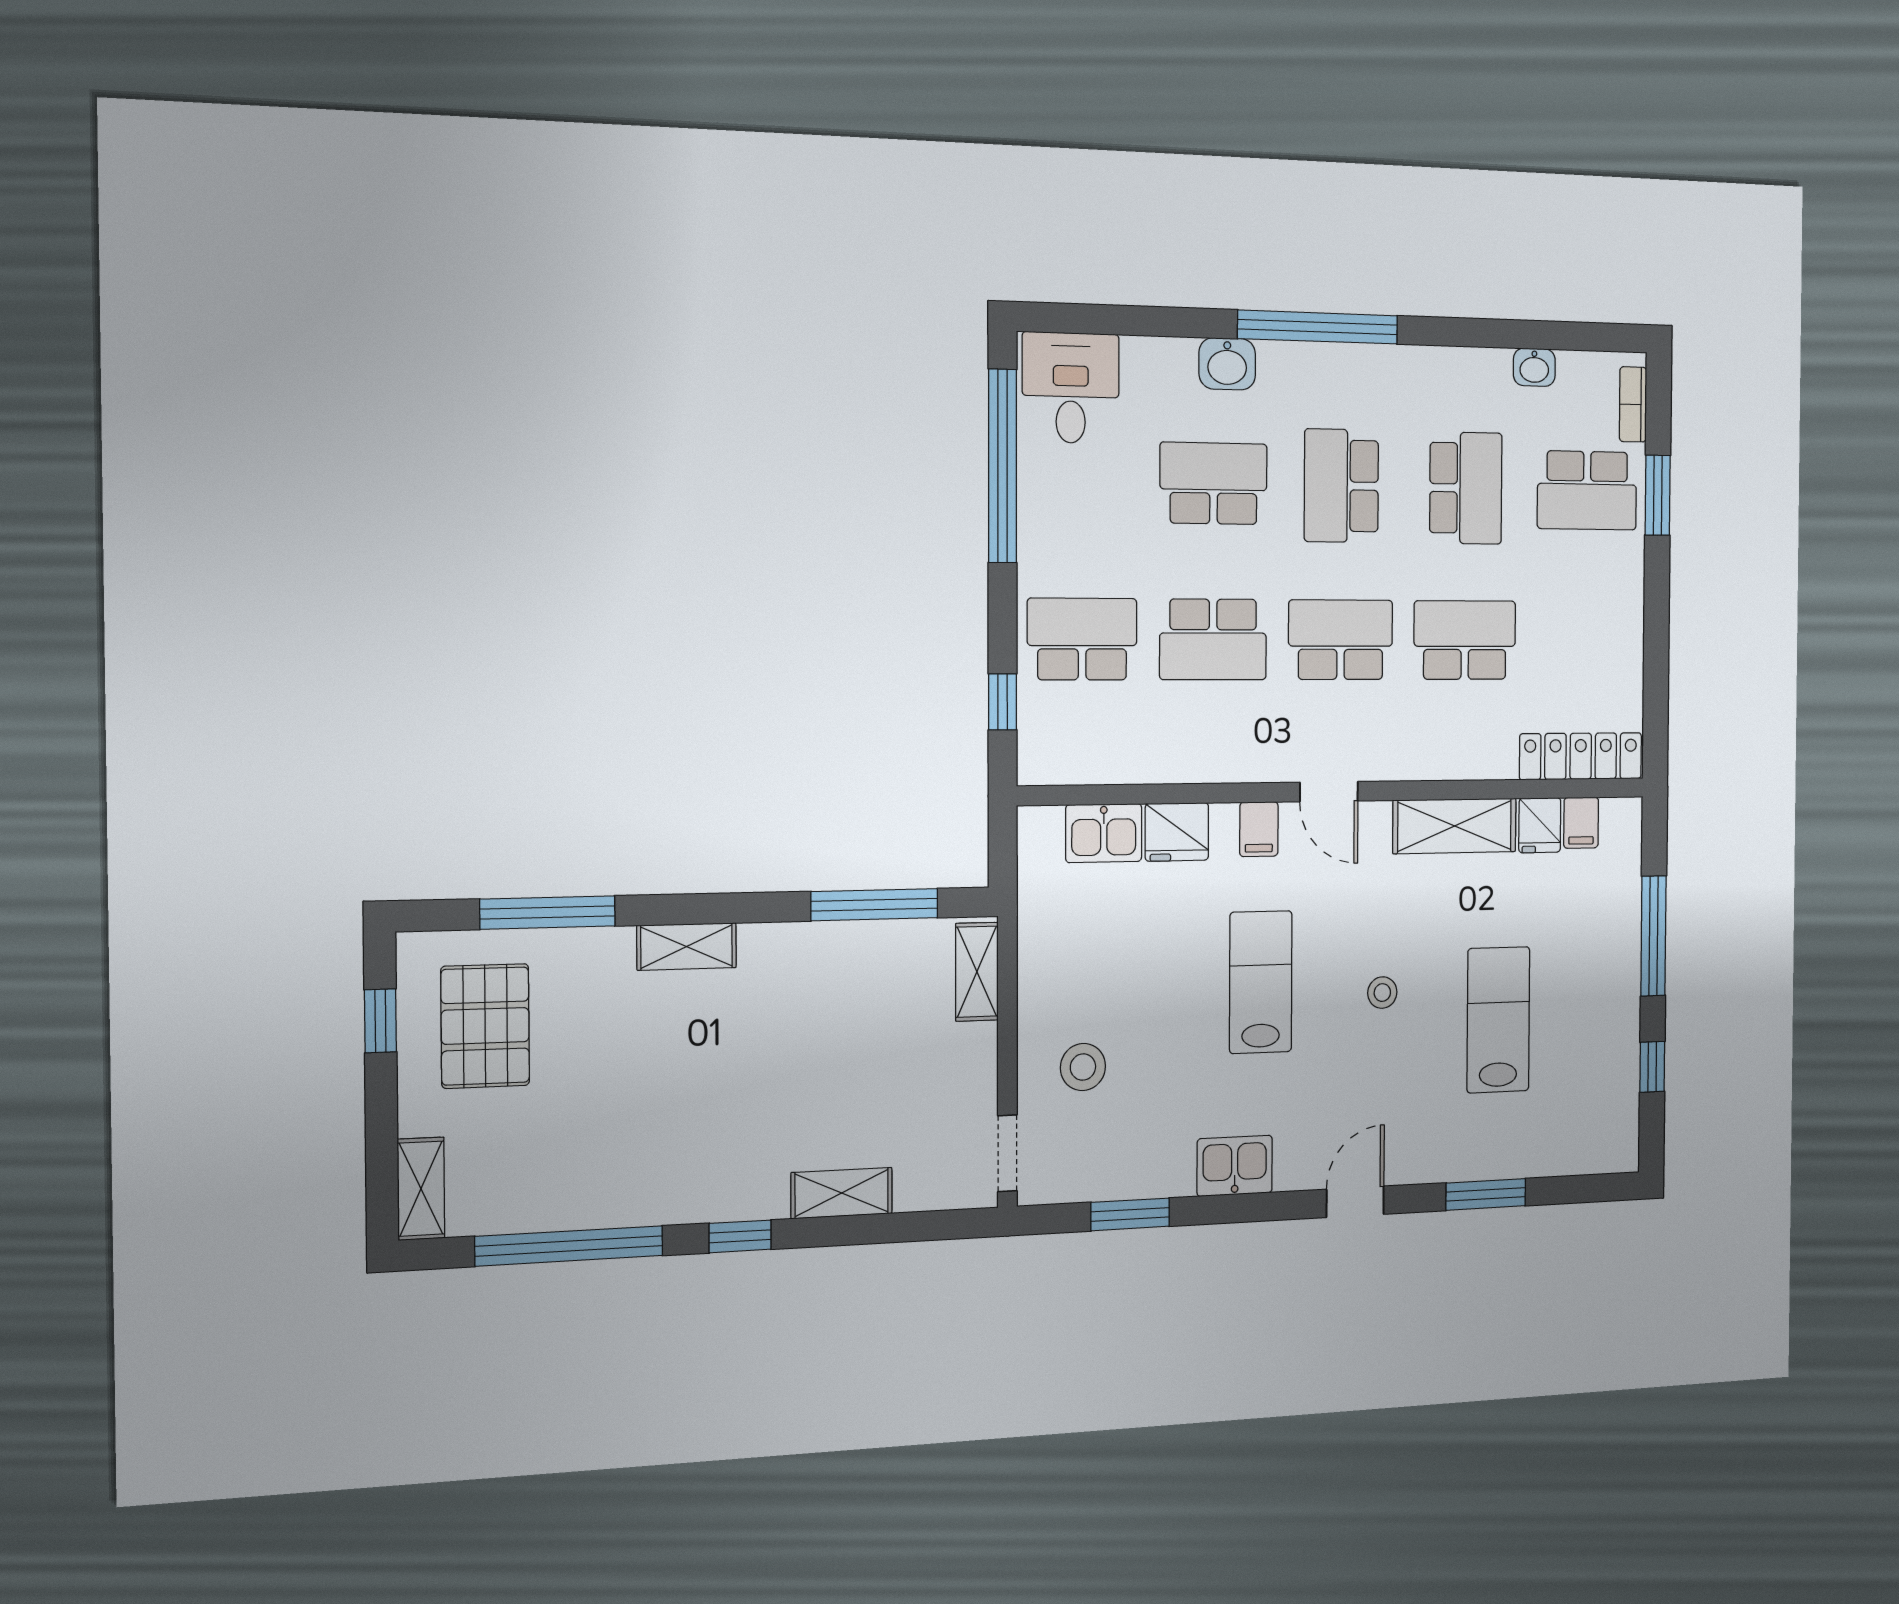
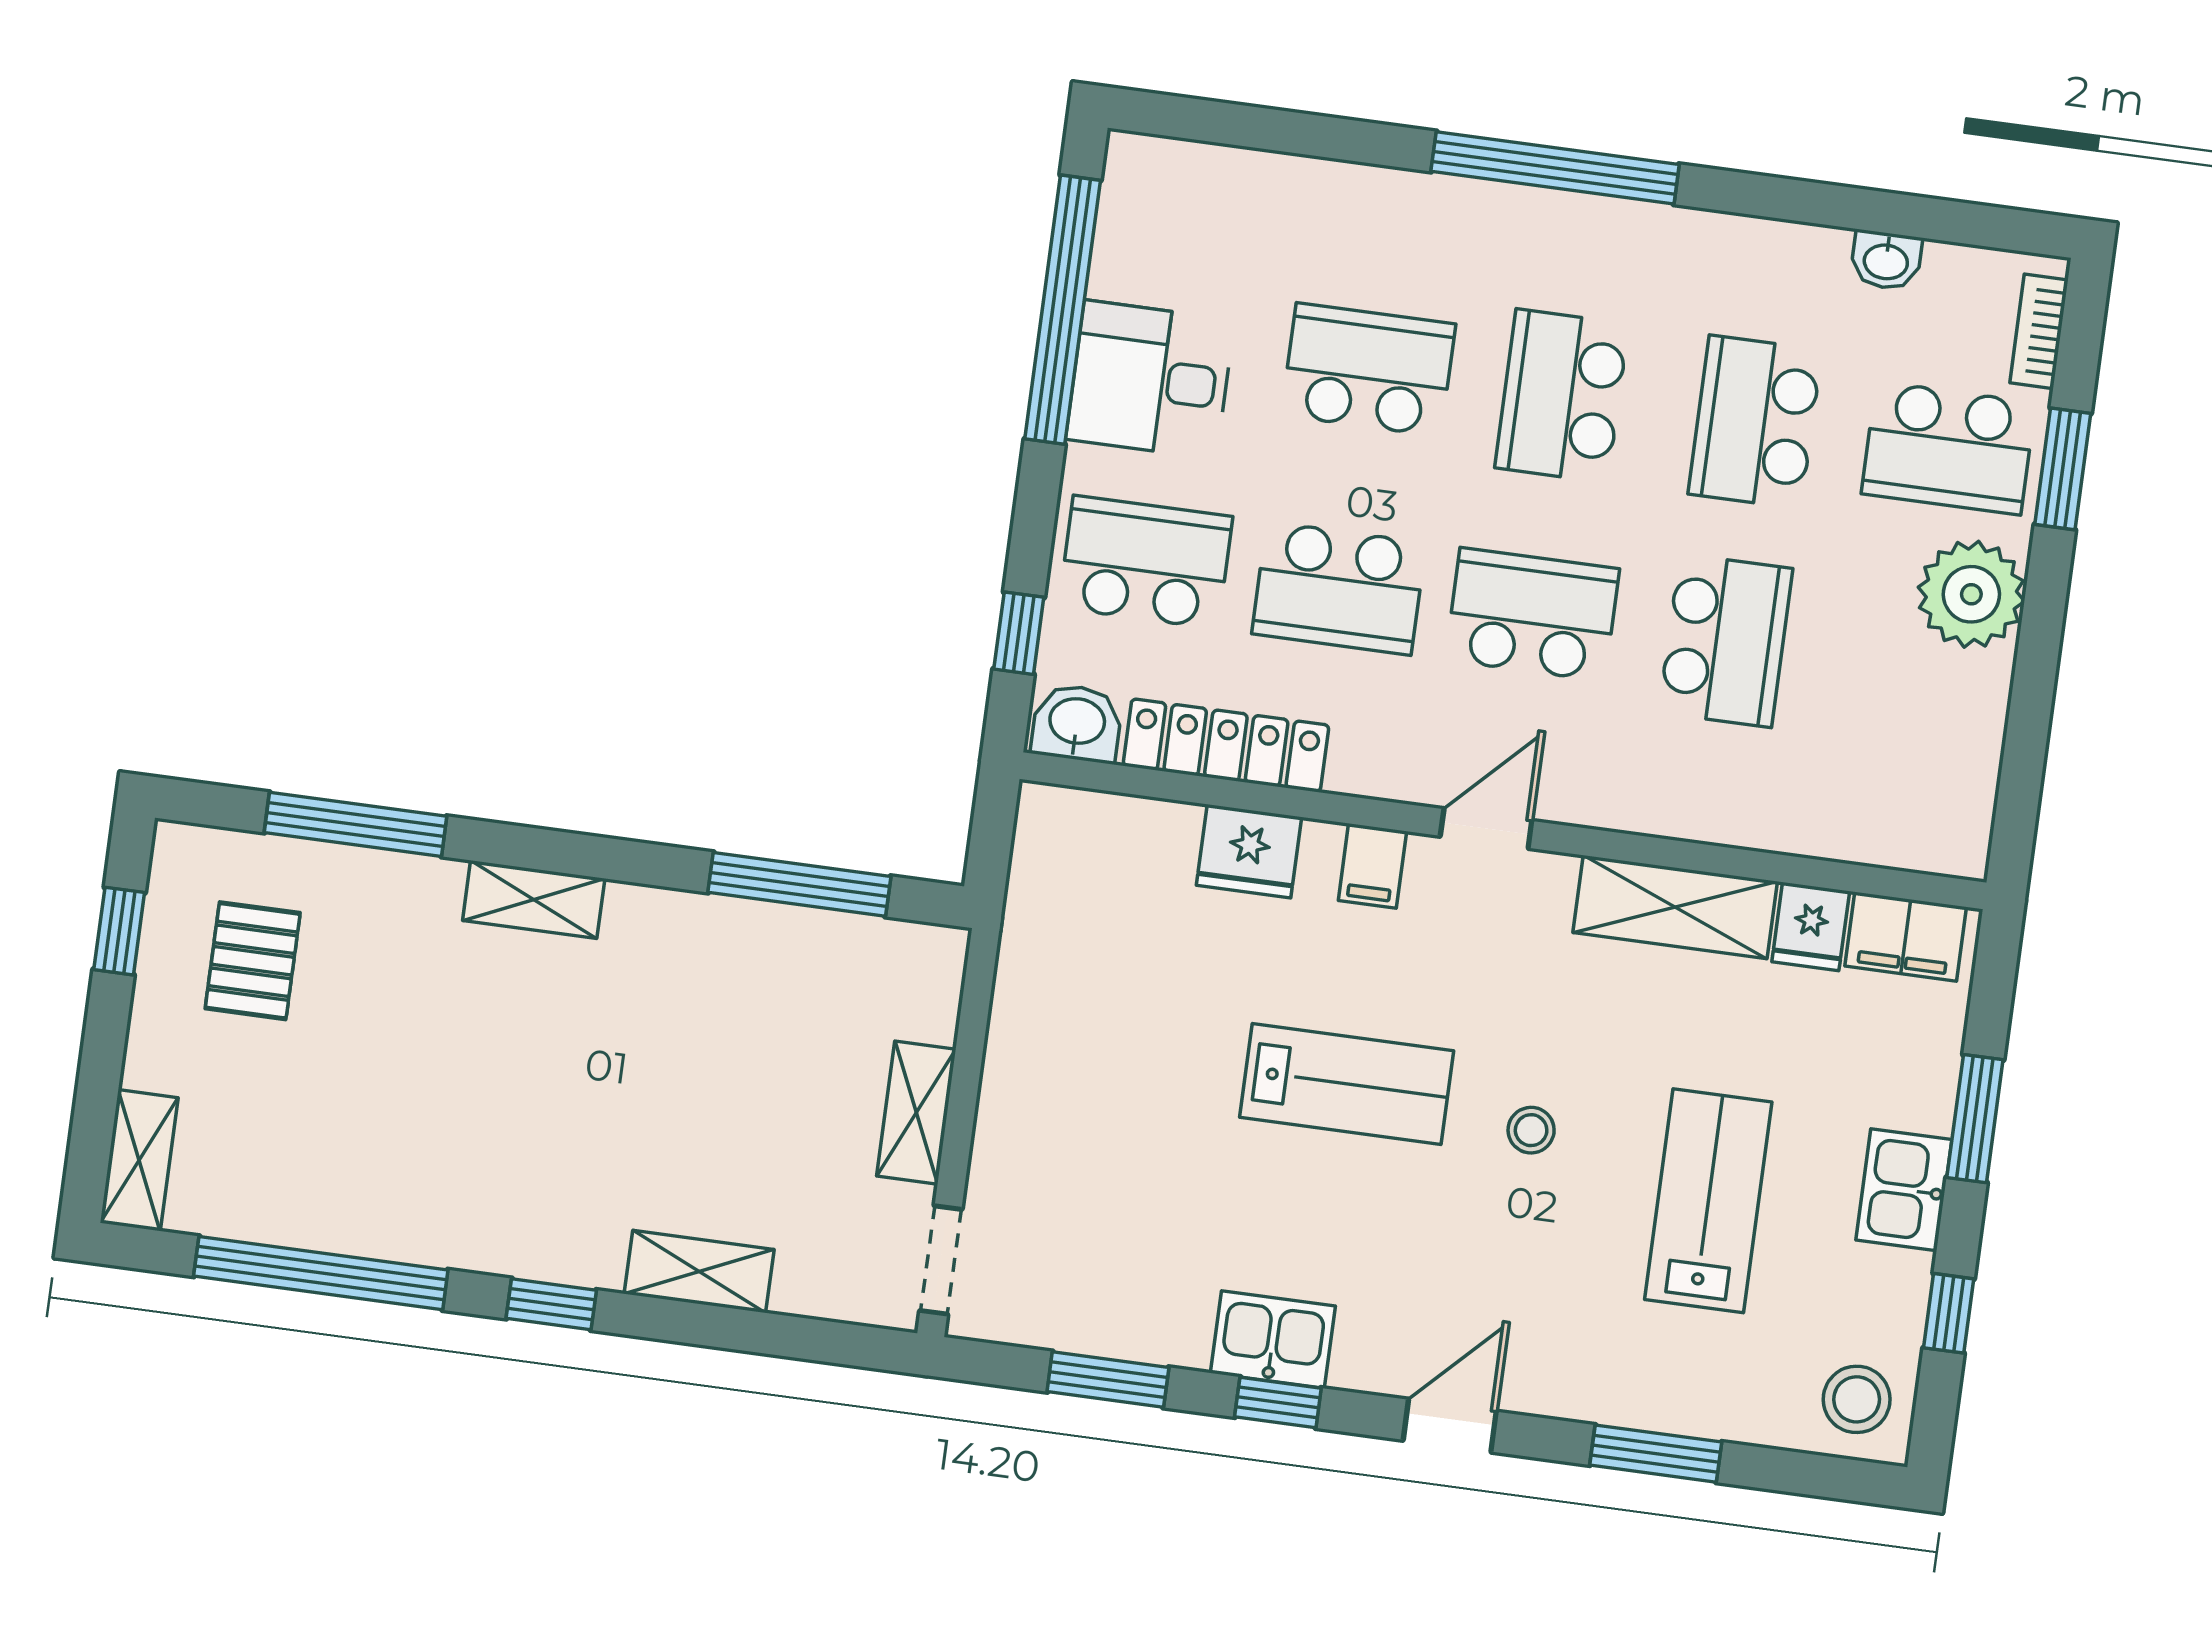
washbasin: (1227, 364) -> (1077, 723), moved, turned 180
desk: (1071, 388) -> (1150, 380), moved, turned -90
school desk: (1466, 488) -> (1755, 422), turned 180
plant: (1612, 587) -> (1971, 594), added
school desk: (1465, 640) -> (1726, 641), turned 90
locker: (1581, 756) -> (1226, 745), moved
door: (1329, 792) -> (1486, 828), swing flipped
filing cabinet: (1581, 823) -> (1906, 937), width x2.00
kitchen sink: (1104, 833) -> (1904, 1190), moved, turned 90
window: (1653, 936) -> (1975, 1119), width x0.69
shelving: (977, 972) -> (916, 1113), moved
lab bench: (1261, 982) -> (1347, 1084), turned 90
pallet: (485, 1026) -> (253, 961), width x0.67, depth x0.71
stool: (1083, 1067) -> (1857, 1399), moved
window: (1243, 1208) -> (1278, 1402), added

